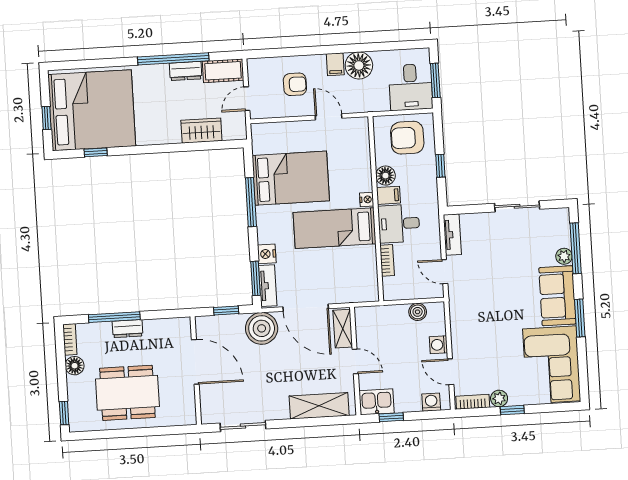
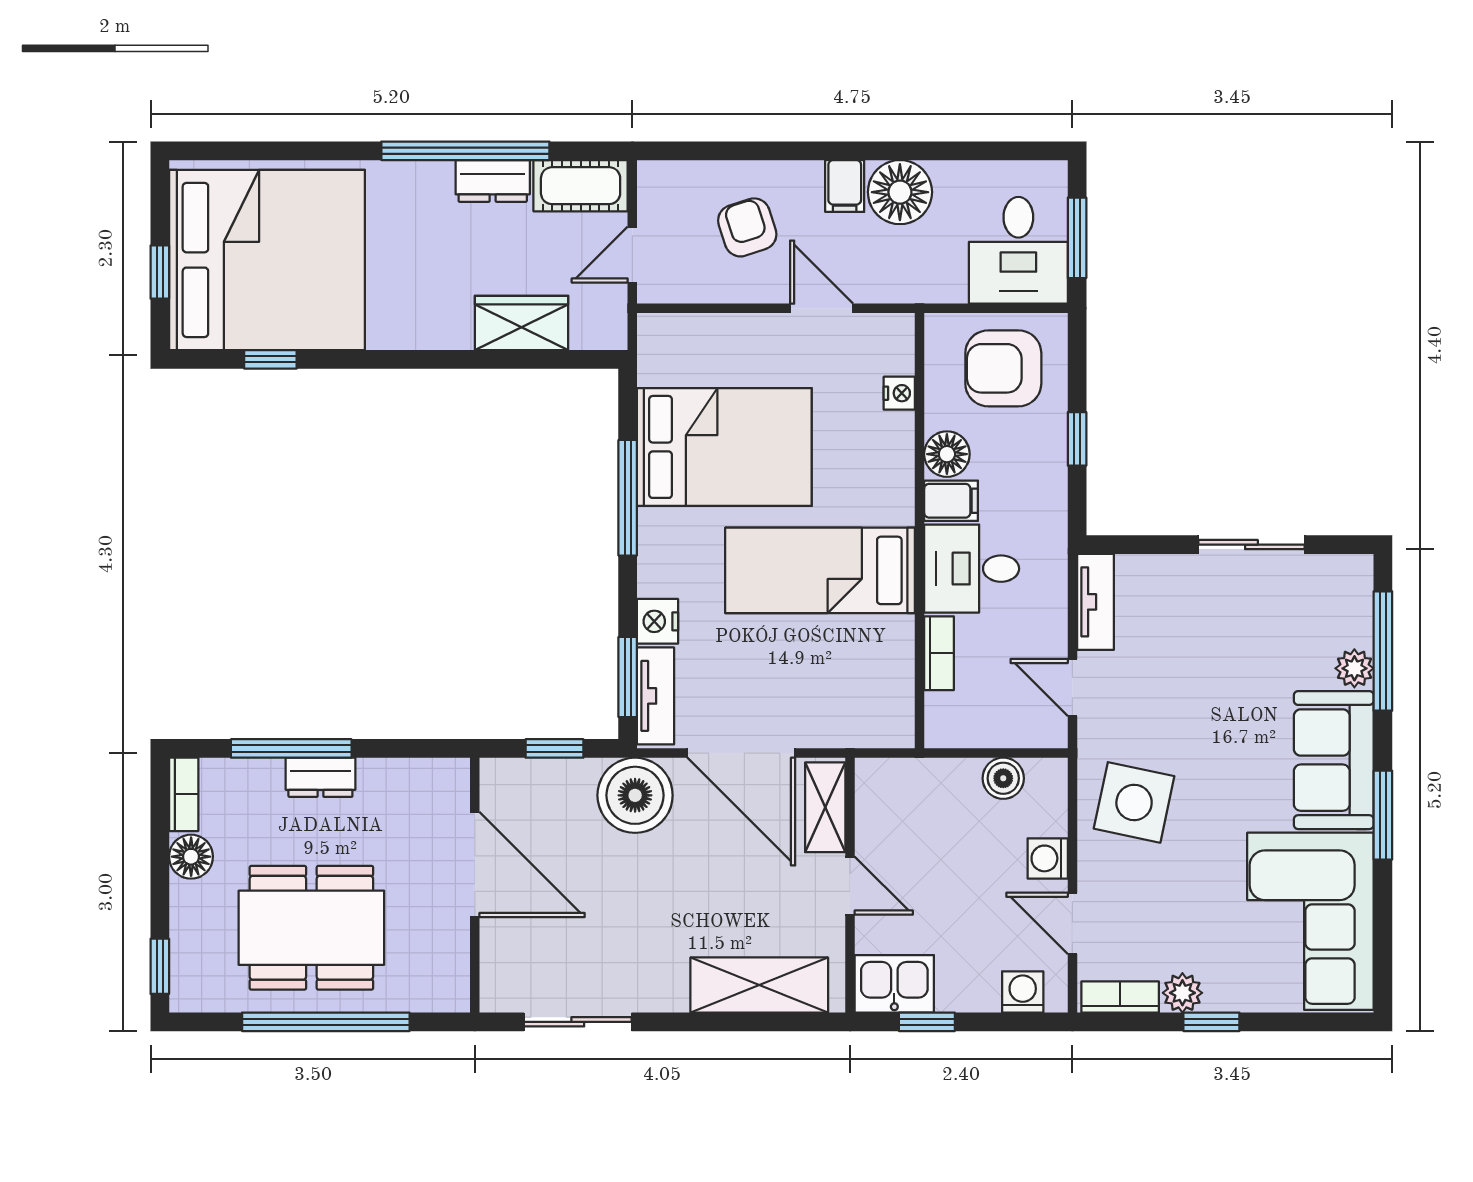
armchair: (295, 84) -> (747, 227), turned -108
nightstand: (367, 199) -> (899, 393), moved
side table: (474, 319) -> (1134, 802), added
window: (136, 432) -> (326, 1022), added

